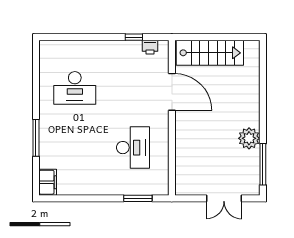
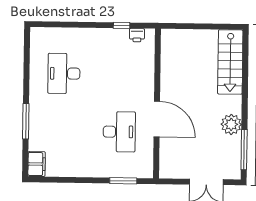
stairs: (210, 53) -> (230, 62), moved, turned 90
desk: (75, 88) -> (64, 73), turned 90
door: (172, 92) -> (157, 119), moved

